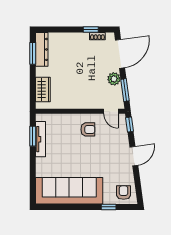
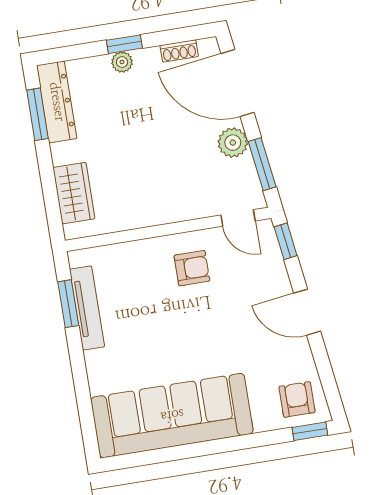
window: (91, 30) -> (124, 44), moved
plant: (72, 37) -> (122, 62), added
door: (120, 54) -> (237, 83), swing flipped
door: (134, 156) -> (307, 312), swing flipped
window: (109, 207) -> (310, 431), moved

